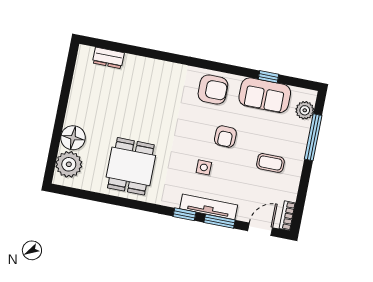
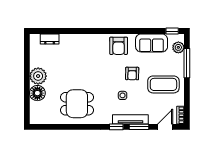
window: (269, 77) -> (172, 31), moved
armchair: (213, 90) -> (119, 46), turned 90
coffee table: (270, 163) -> (163, 84), width x1.86, depth x1.72
plant: (69, 164) -> (38, 76), moved
dining table: (131, 166) -> (77, 104), turned 90

